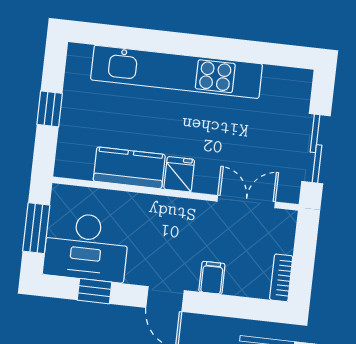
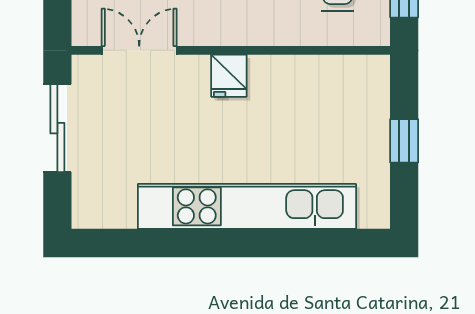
kitchen counter: (129, 168) -> (294, 77), removed
double door: (246, 202) -> (139, 50), swing flipped

